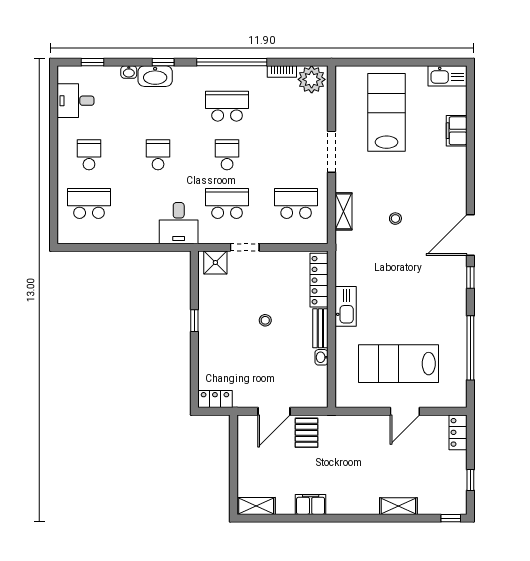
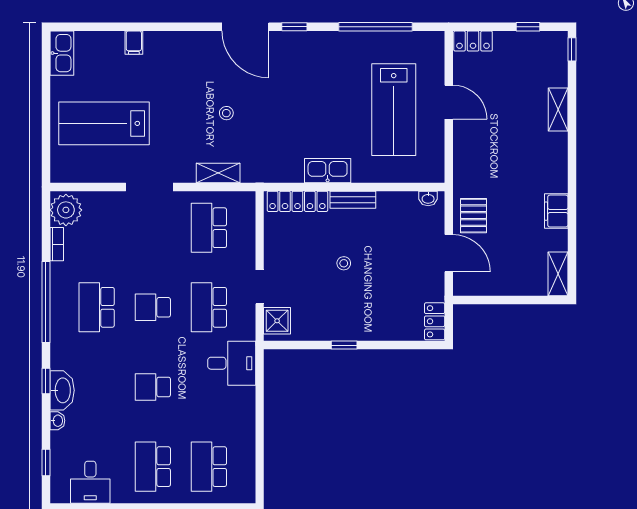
filing cabinet: (457, 131) -> (134, 43), width x0.50
school desk: (89, 155) -> (153, 467), width x1.85
washbasin: (321, 357) -> (428, 198), moved
pallet: (307, 433) -> (474, 216), turned 90

